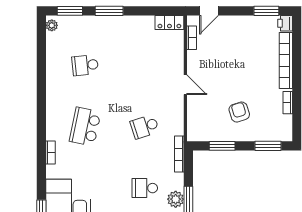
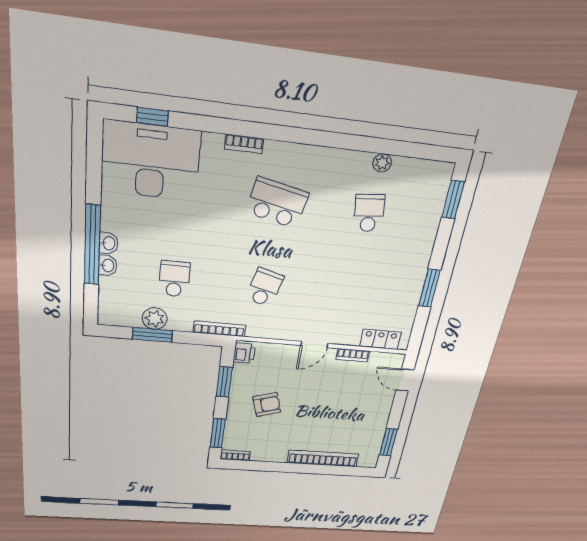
window: (109, 11) -> (429, 288), moved
locker: (169, 22) -> (380, 339), moved, turned 90
printer: (285, 23) -> (244, 353), moved, turned 90
plant: (52, 25) -> (382, 163), moved
bookcase: (192, 38) -> (353, 355), moved
bookcase: (288, 103) -> (235, 455), moved
school desk: (145, 127) -> (265, 287), turned 33

